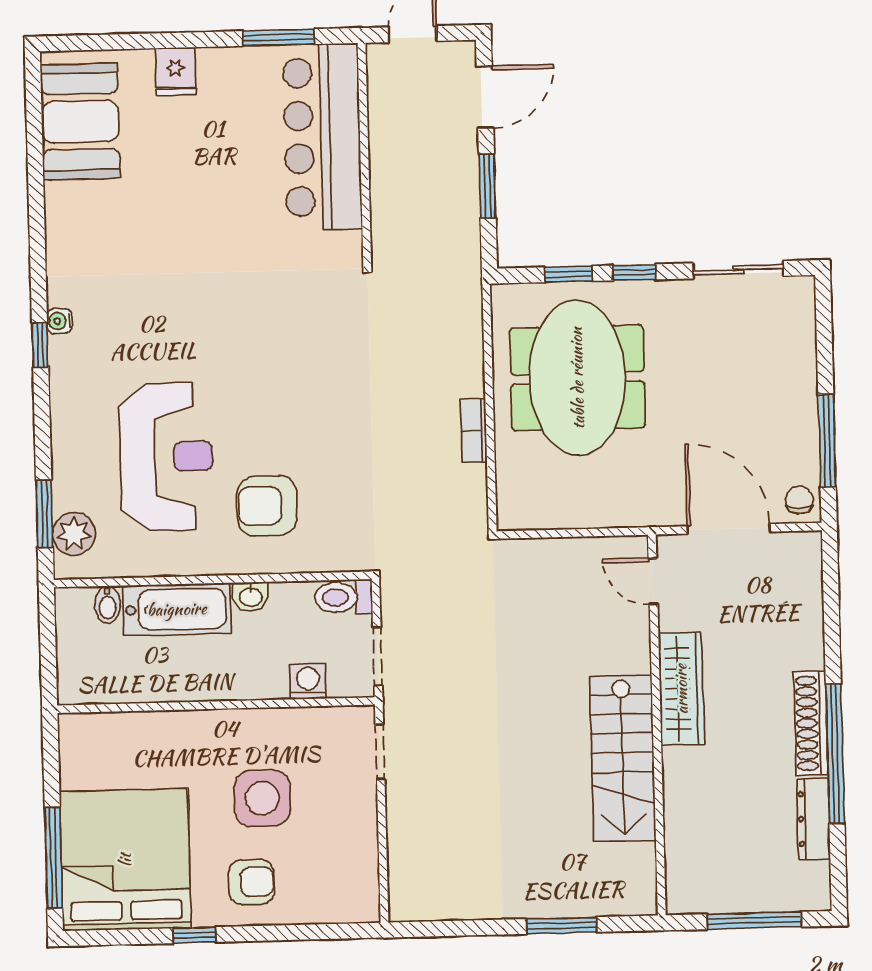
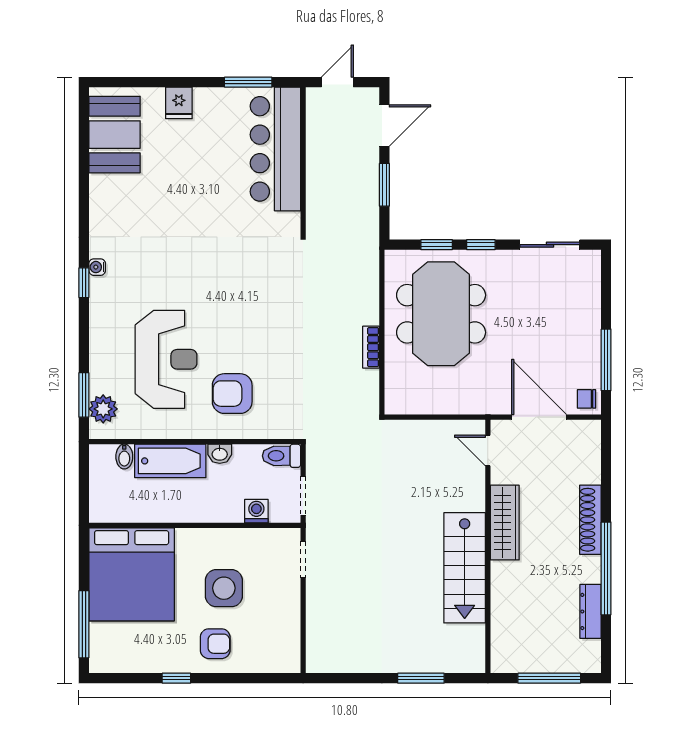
chair: (799, 500) -> (586, 399), turned -90
shoe rack: (811, 723) -> (590, 520), moved
bed: (125, 860) -> (132, 574), moved, turned 180

